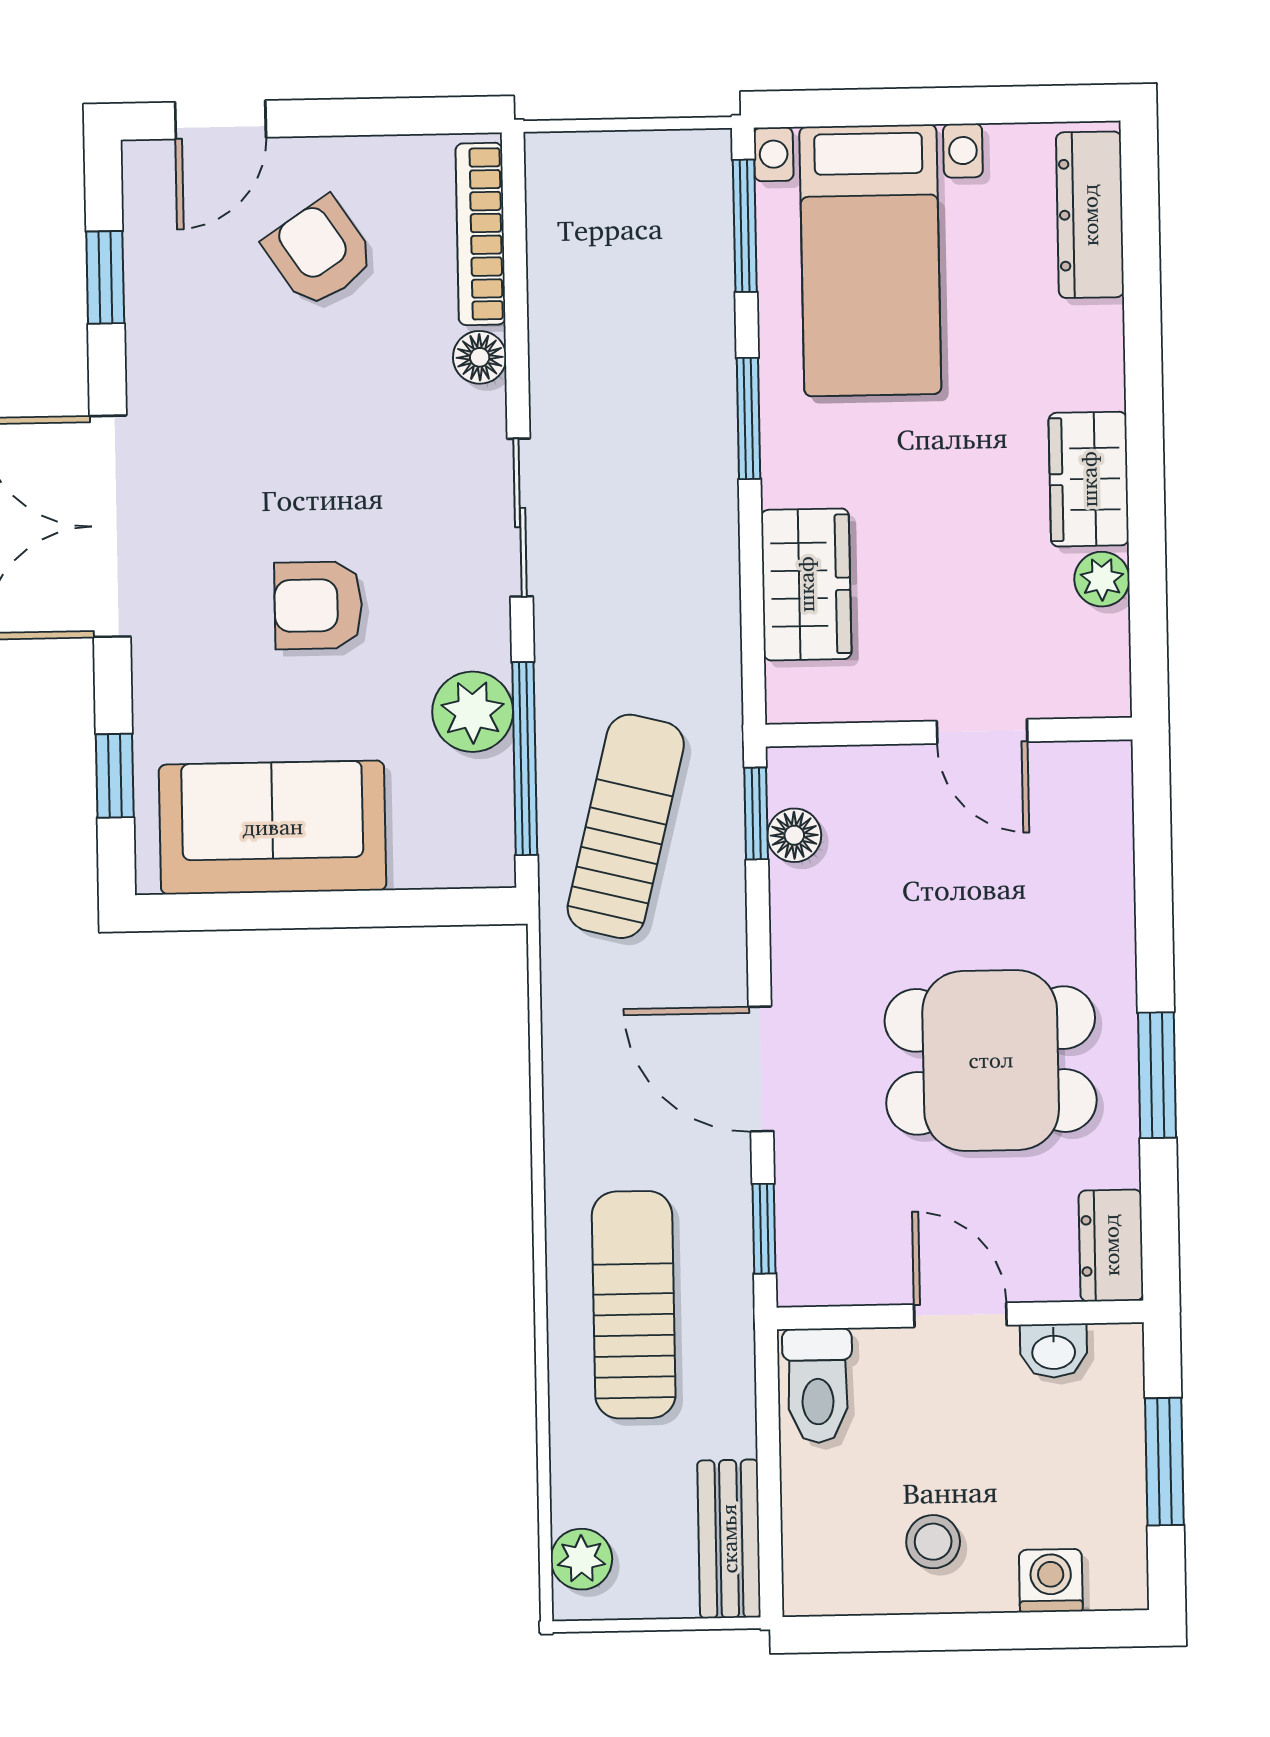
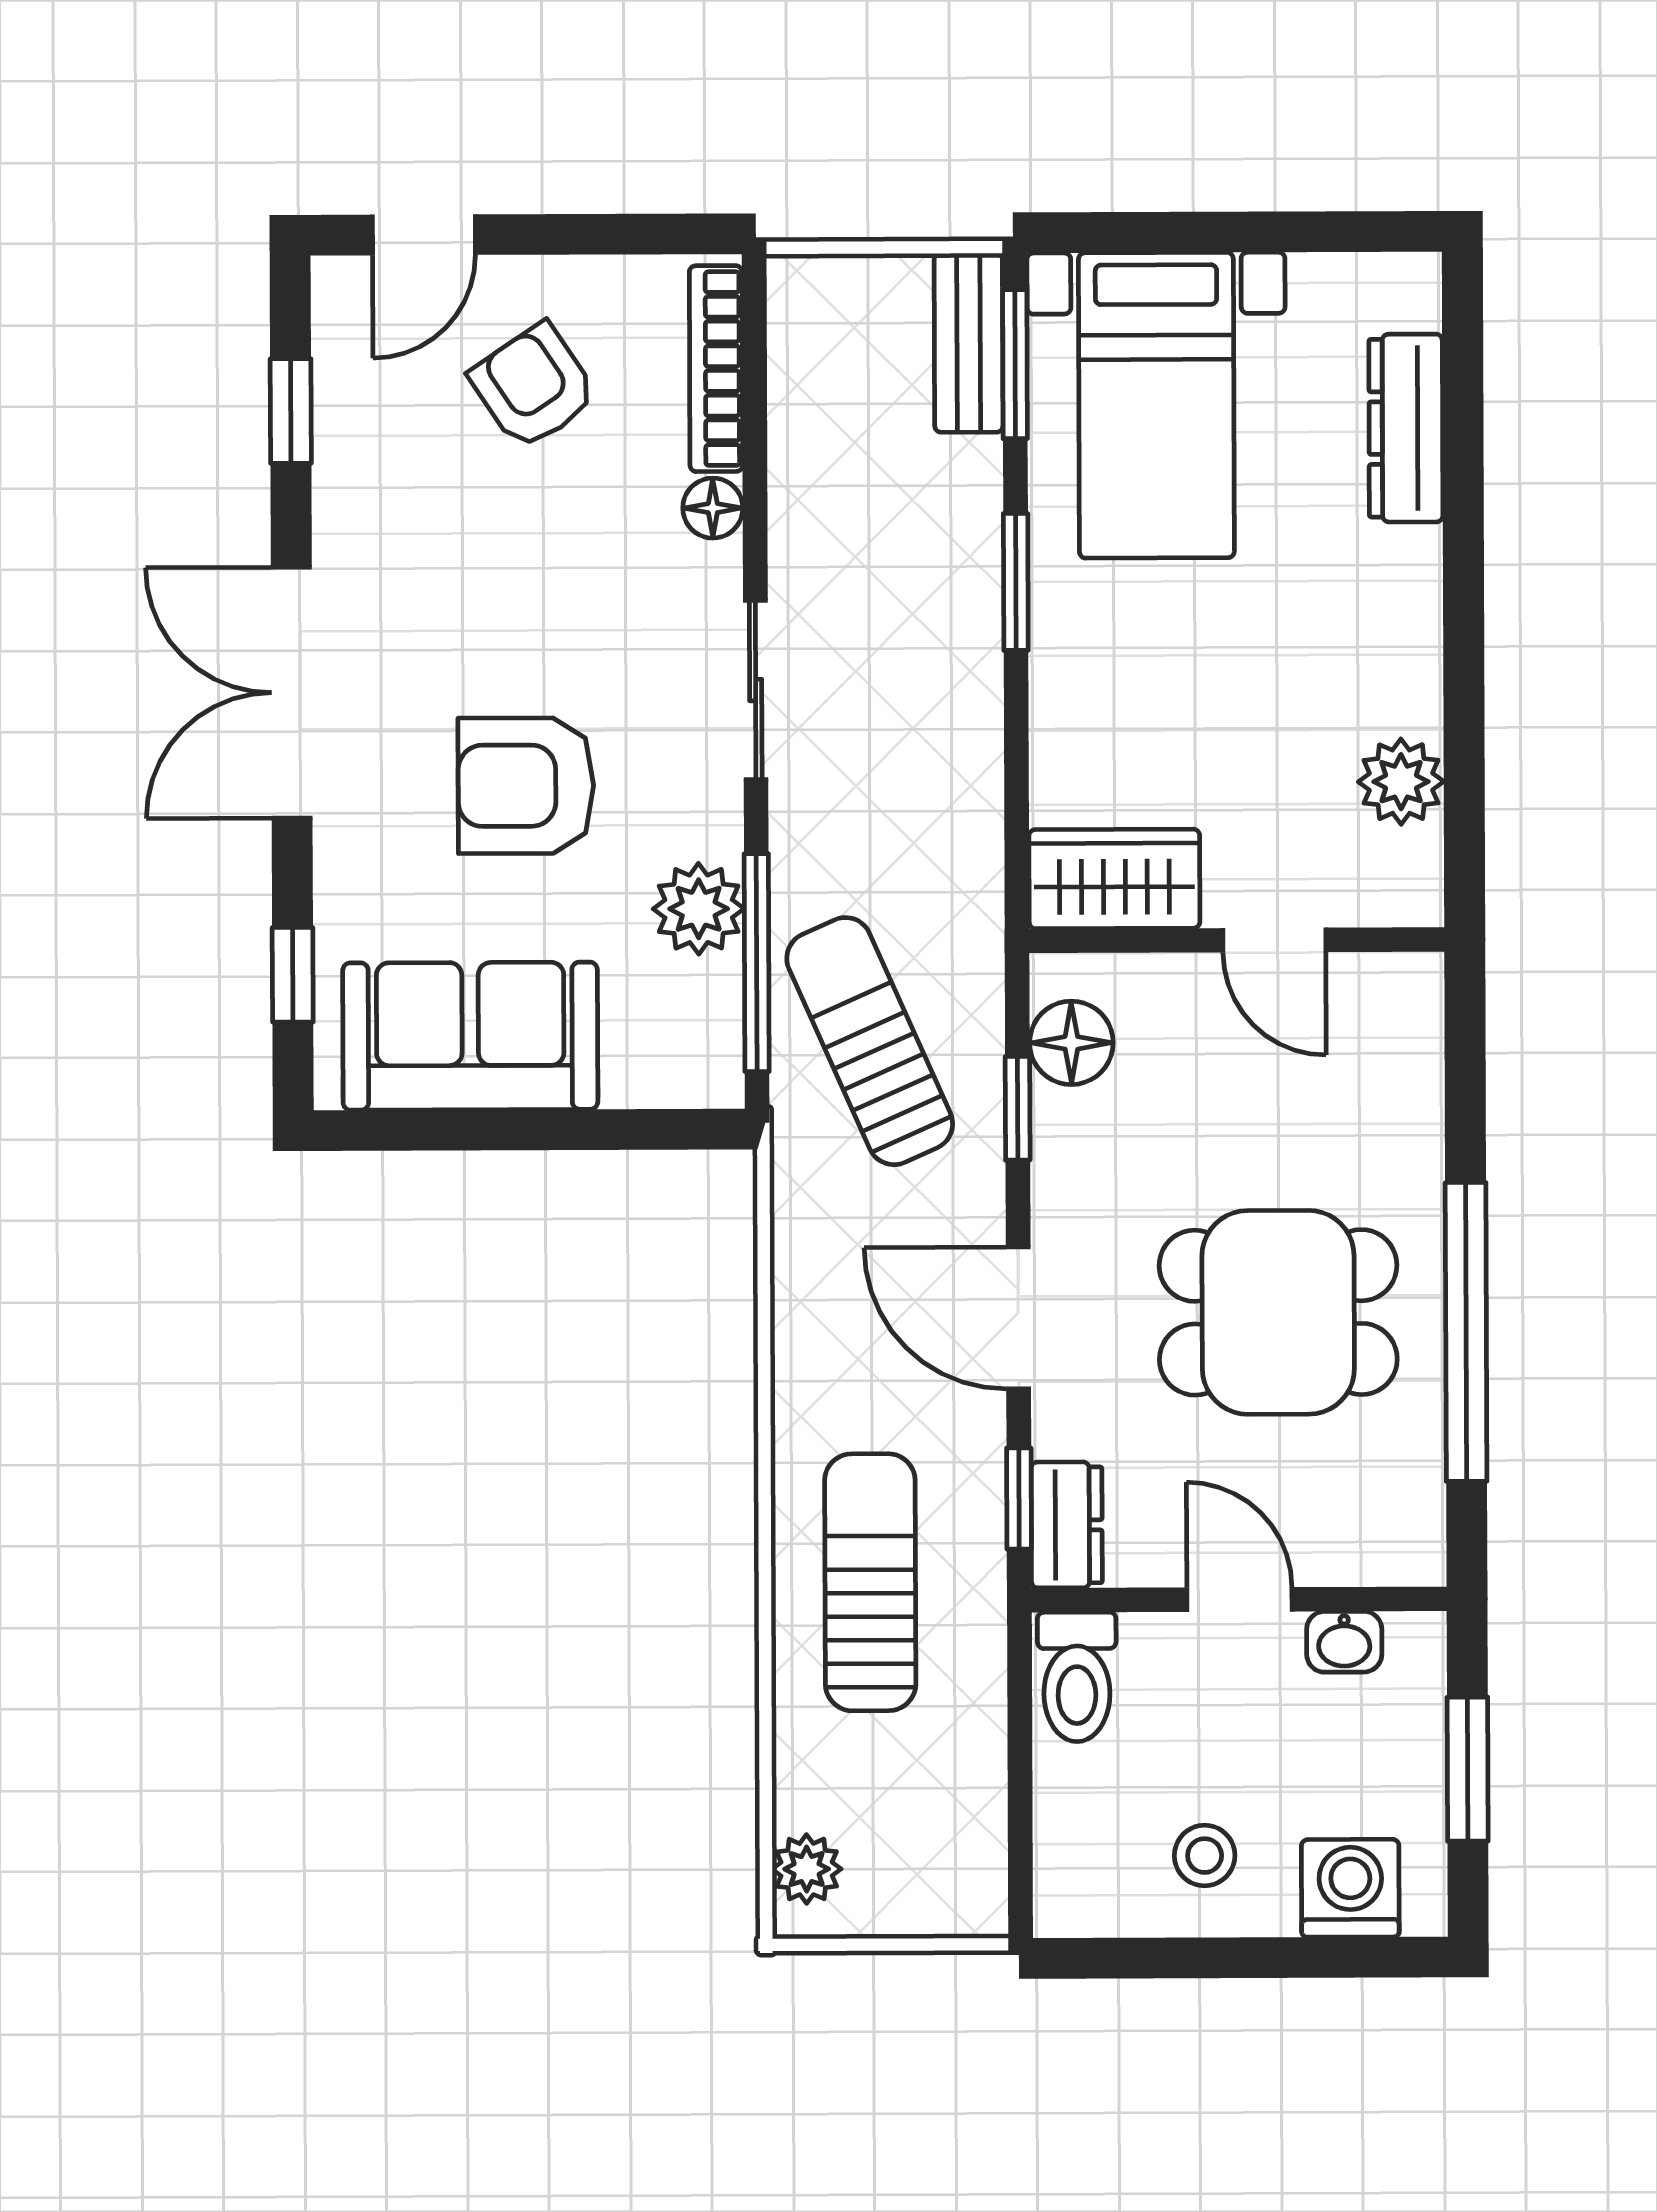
dresser: (1090, 215) -> (1406, 428), moved
wardrobe: (1089, 479) -> (1399, 657), removed
plant: (1102, 579) -> (1401, 782), width x1.38, depth x1.38
wardrobe: (806, 584) -> (1114, 879), moved, turned -90
armchair: (318, 605) -> (526, 786), width x1.38, depth x1.38
window: (756, 813) -> (1018, 1108), moved
sun lounger: (626, 826) -> (870, 1041), turned -38
floor lamp: (794, 835) -> (1071, 1043), width x1.37, depth x1.37
window: (1157, 1075) -> (1466, 1332), width x2.11
dresser: (1111, 1245) -> (1067, 1525), moved, turned 180
bench: (729, 1539) -> (969, 343), moved
washing machine: (1051, 1581) -> (1350, 1888), width x1.38, depth x1.38

